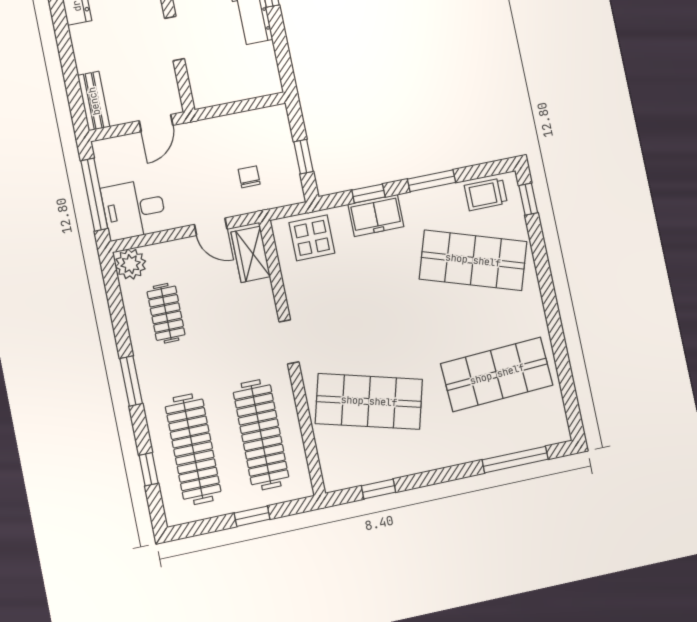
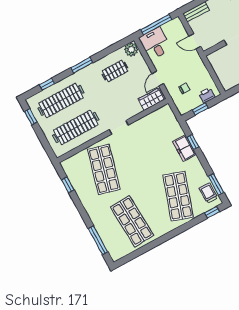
printer: (279, 134) -> (207, 95), added
window: (432, 181) -> (216, 184), moved
display table: (312, 238) -> (166, 123), removed
window: (252, 516) -> (31, 117), moved

